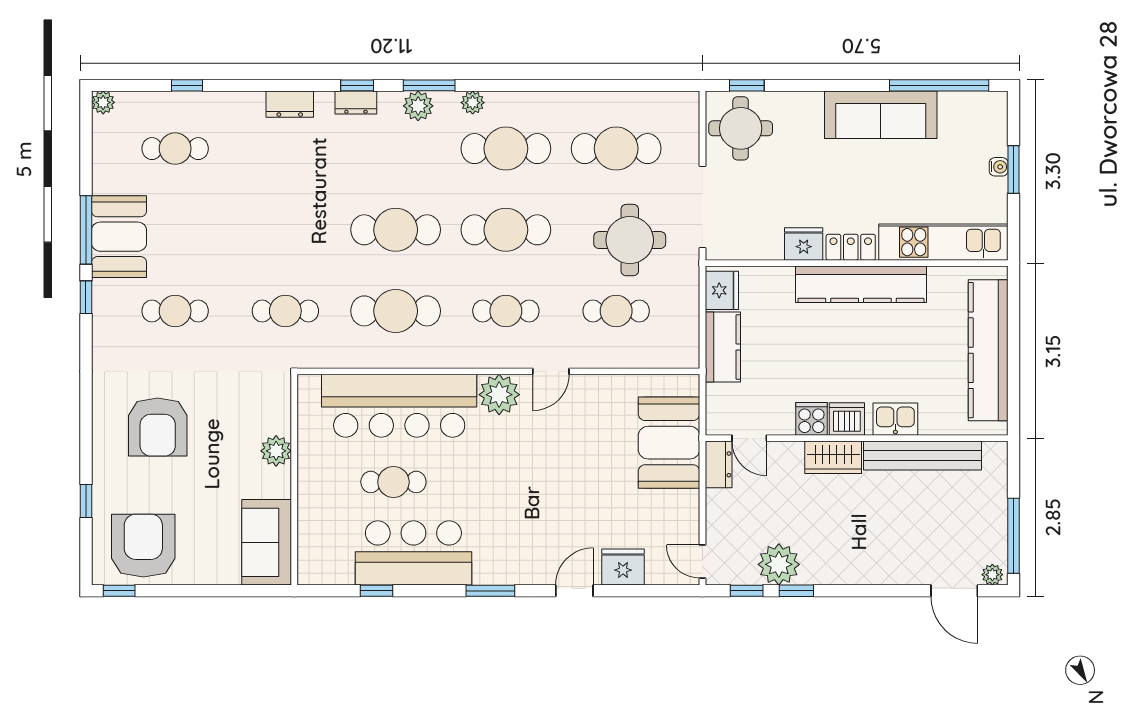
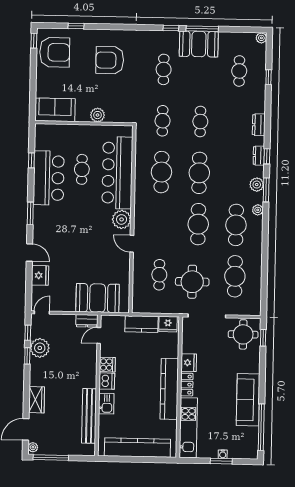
cafe table: (506, 311) -> (200, 122), moved
wardrobe: (833, 457) -> (37, 400), moved, turned 180

